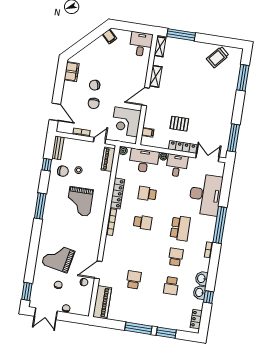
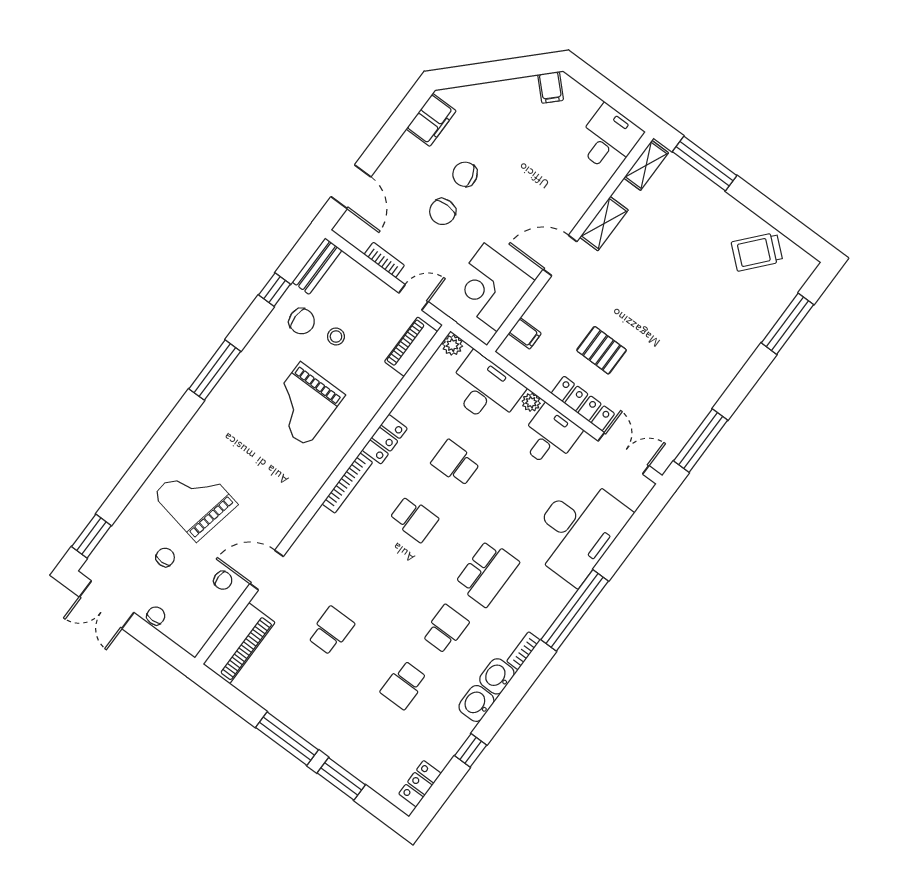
locker: (117, 193) -> (385, 439), width x0.66
washbasin: (200, 293) -> (497, 676), moved

